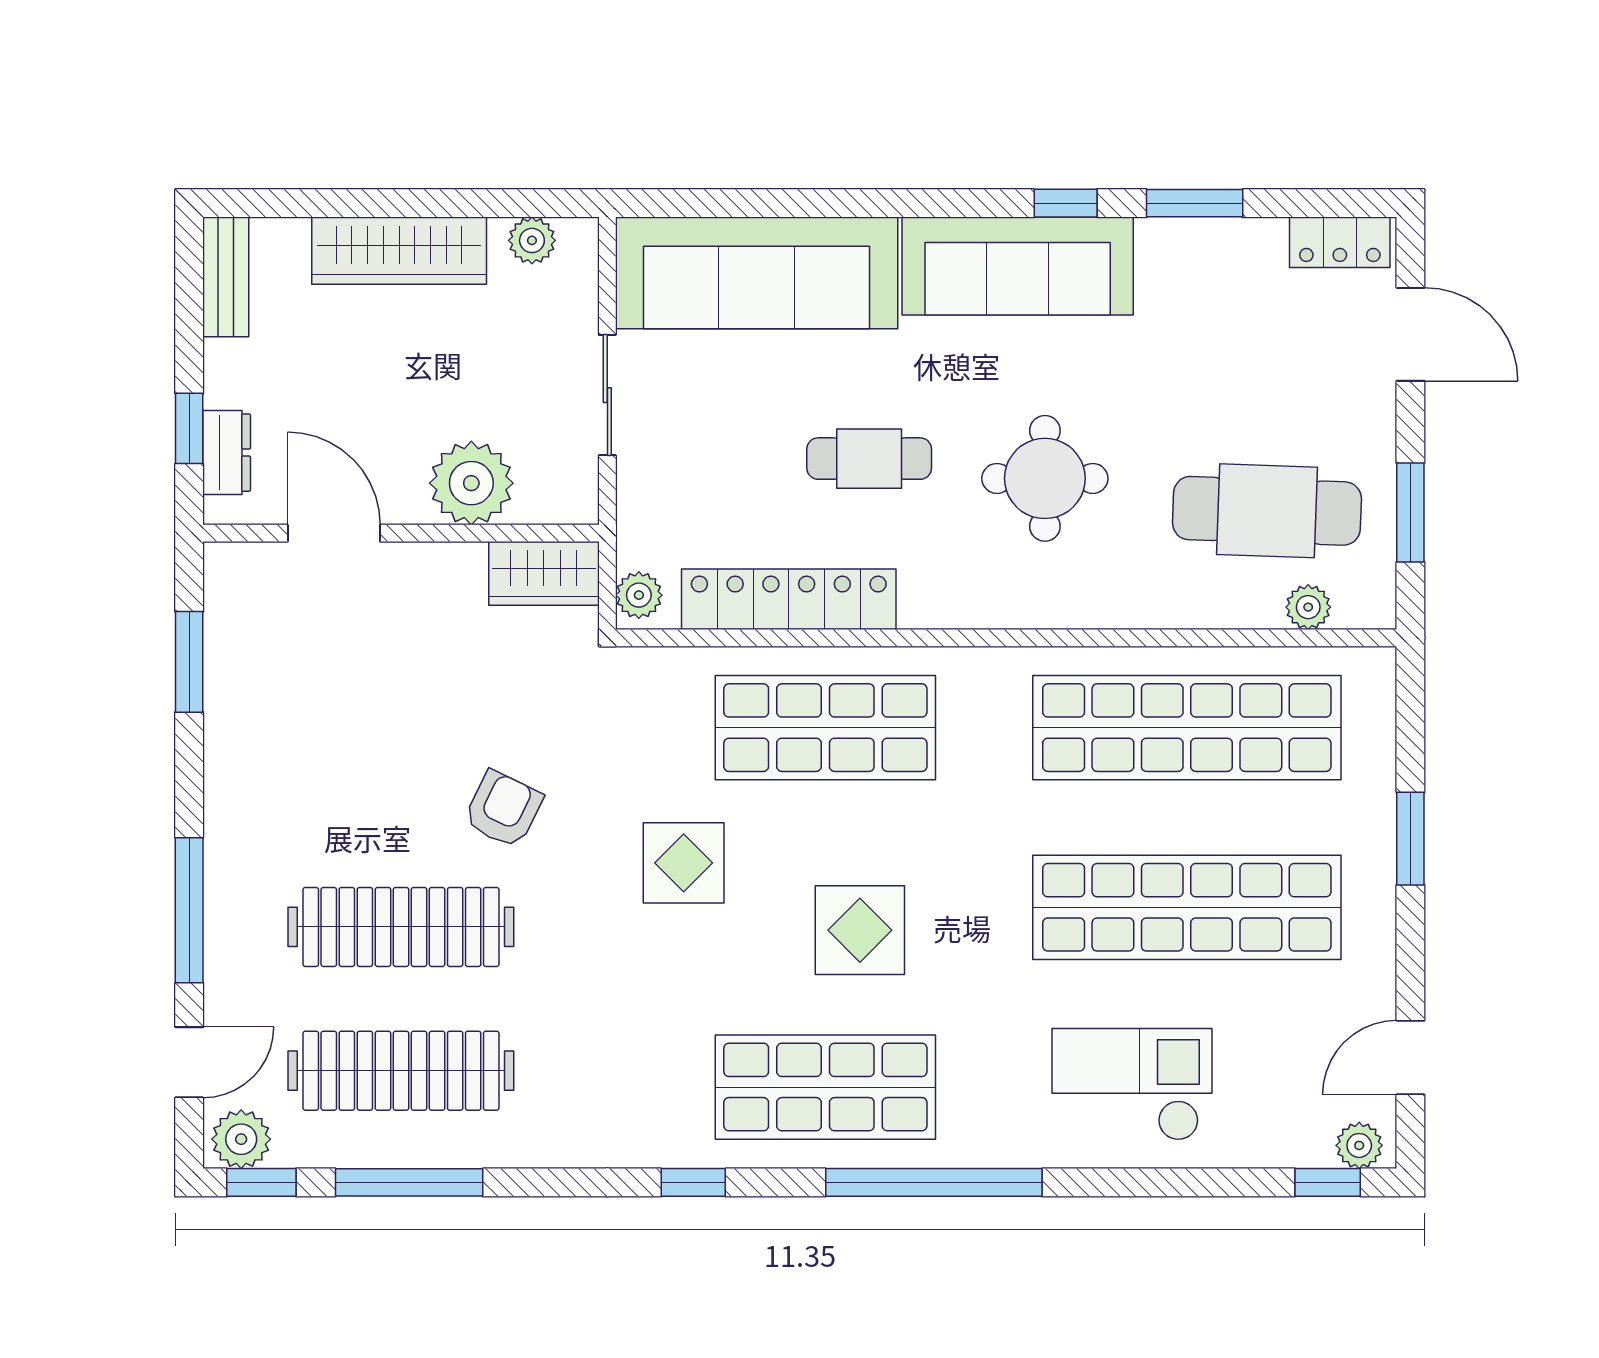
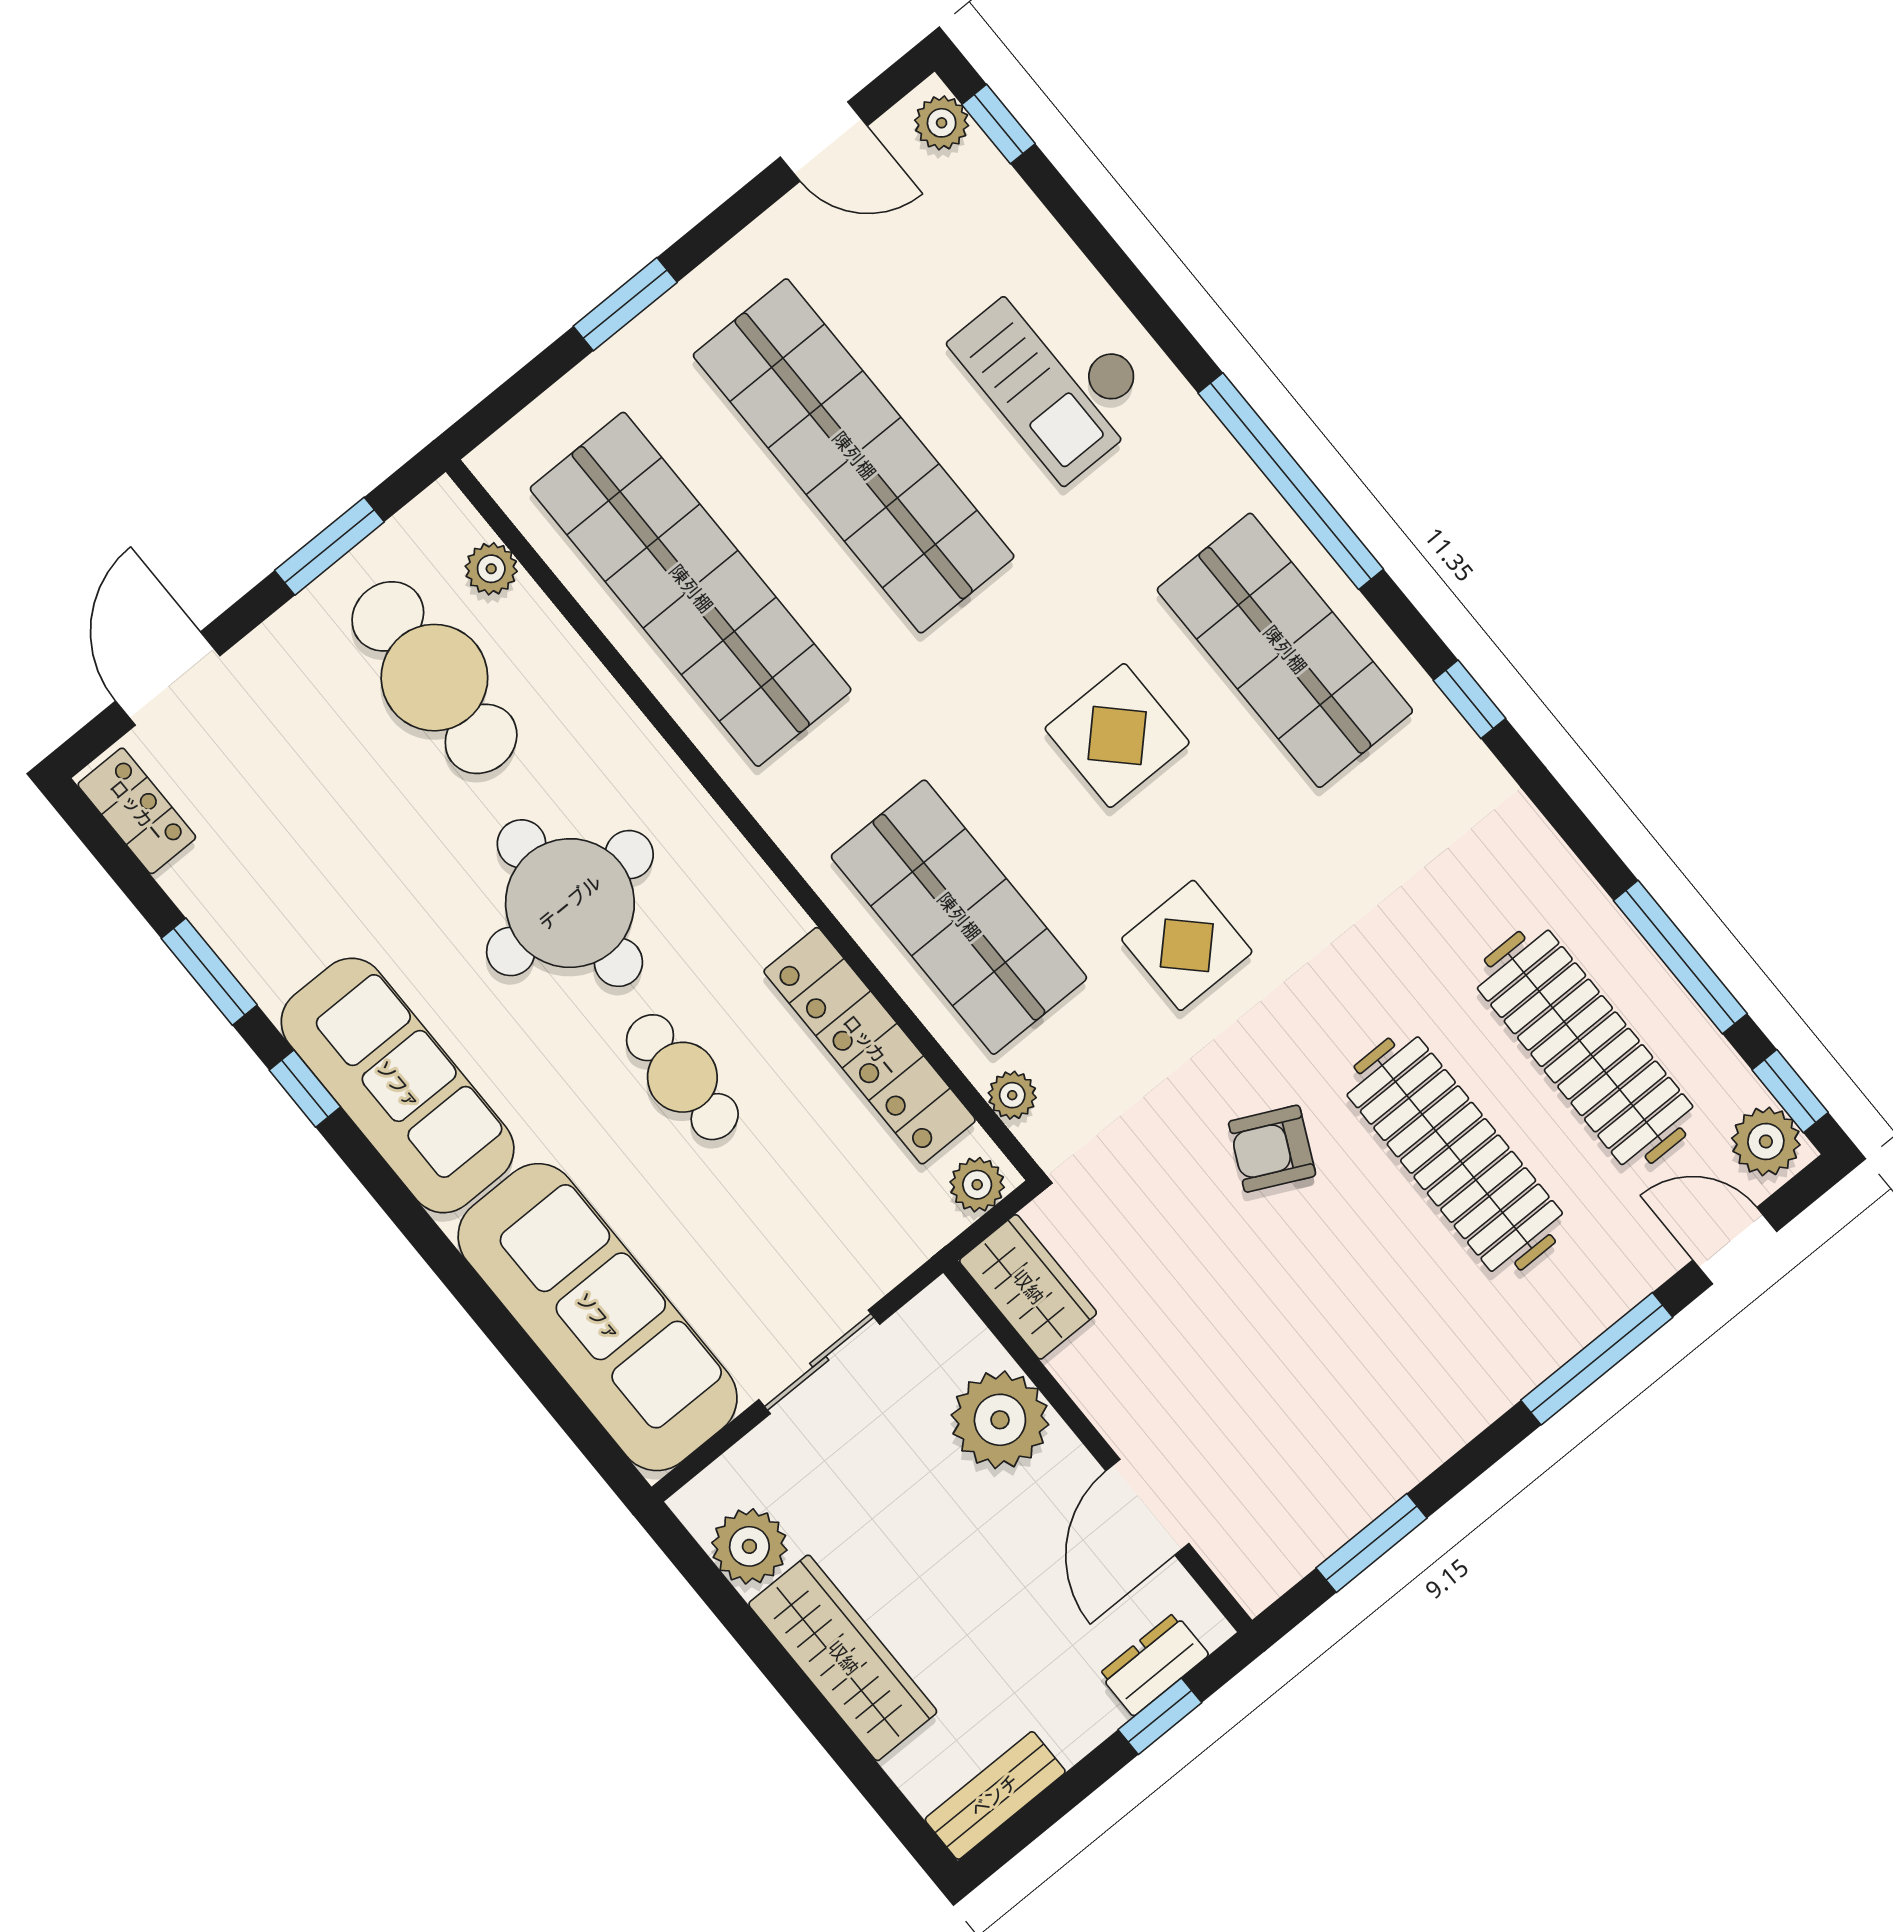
plant: (532, 240) -> (749, 1546), width x1.38, depth x1.38
round table: (1045, 478) -> (570, 903), width x1.36, depth x1.36
plant: (679, 667) -> (1012, 1095), added

